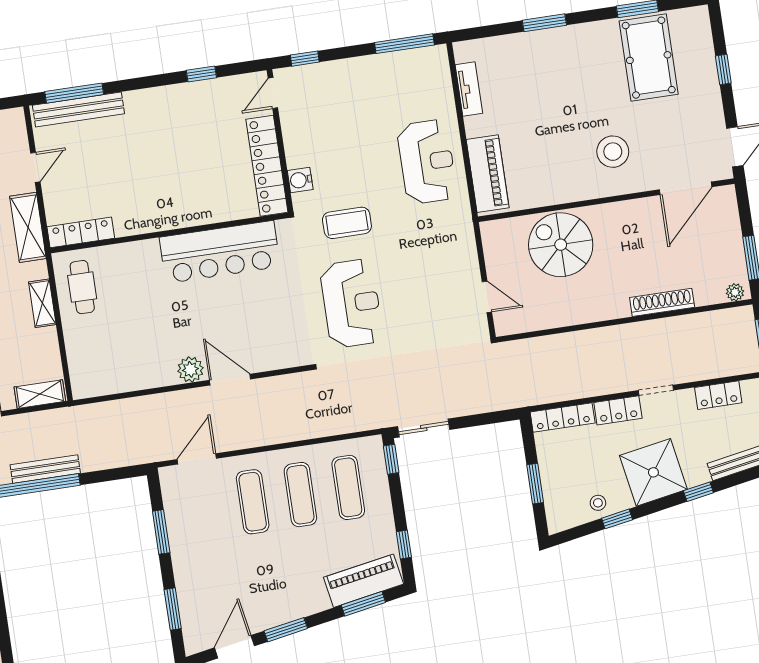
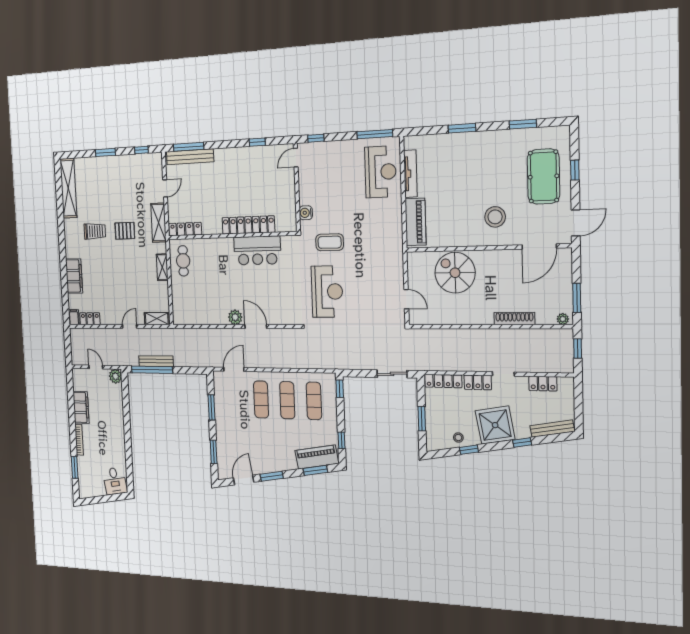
pool table: (649, 58) -> (543, 177), moved
tv unit: (469, 89) -> (410, 174), width x1.41
reception desk: (427, 162) -> (380, 172), moved
locker: (267, 166) -> (248, 225), moved, turned 90
bar counter: (220, 252) -> (257, 250), width x0.73
sliding door: (424, 428) -> (392, 374), moved

